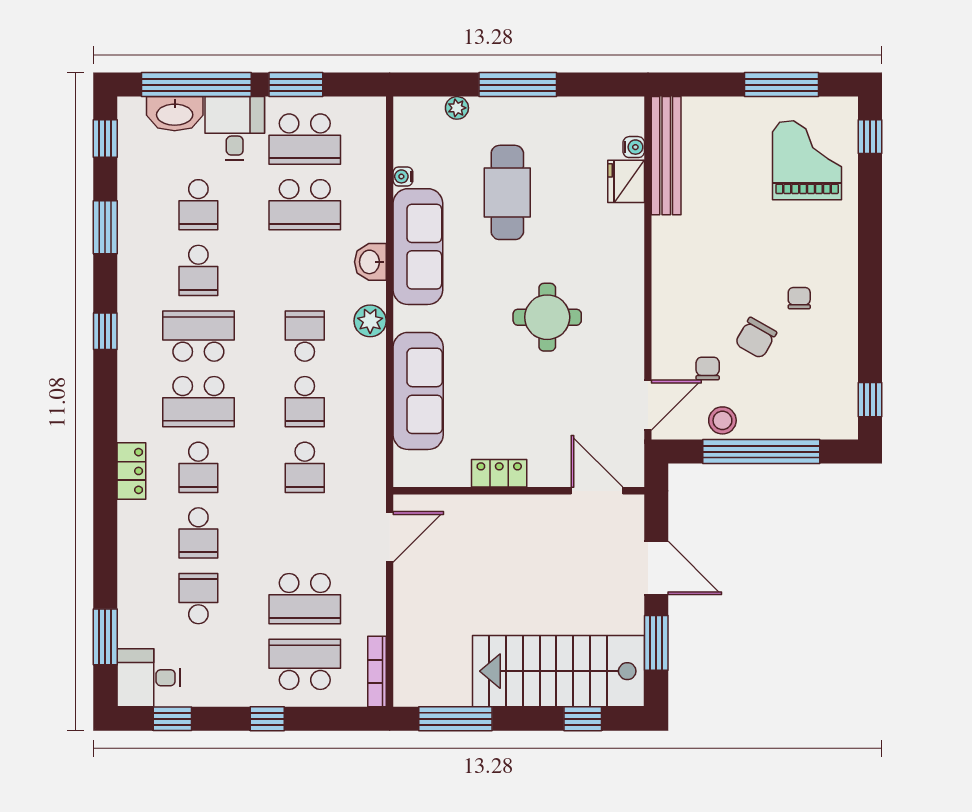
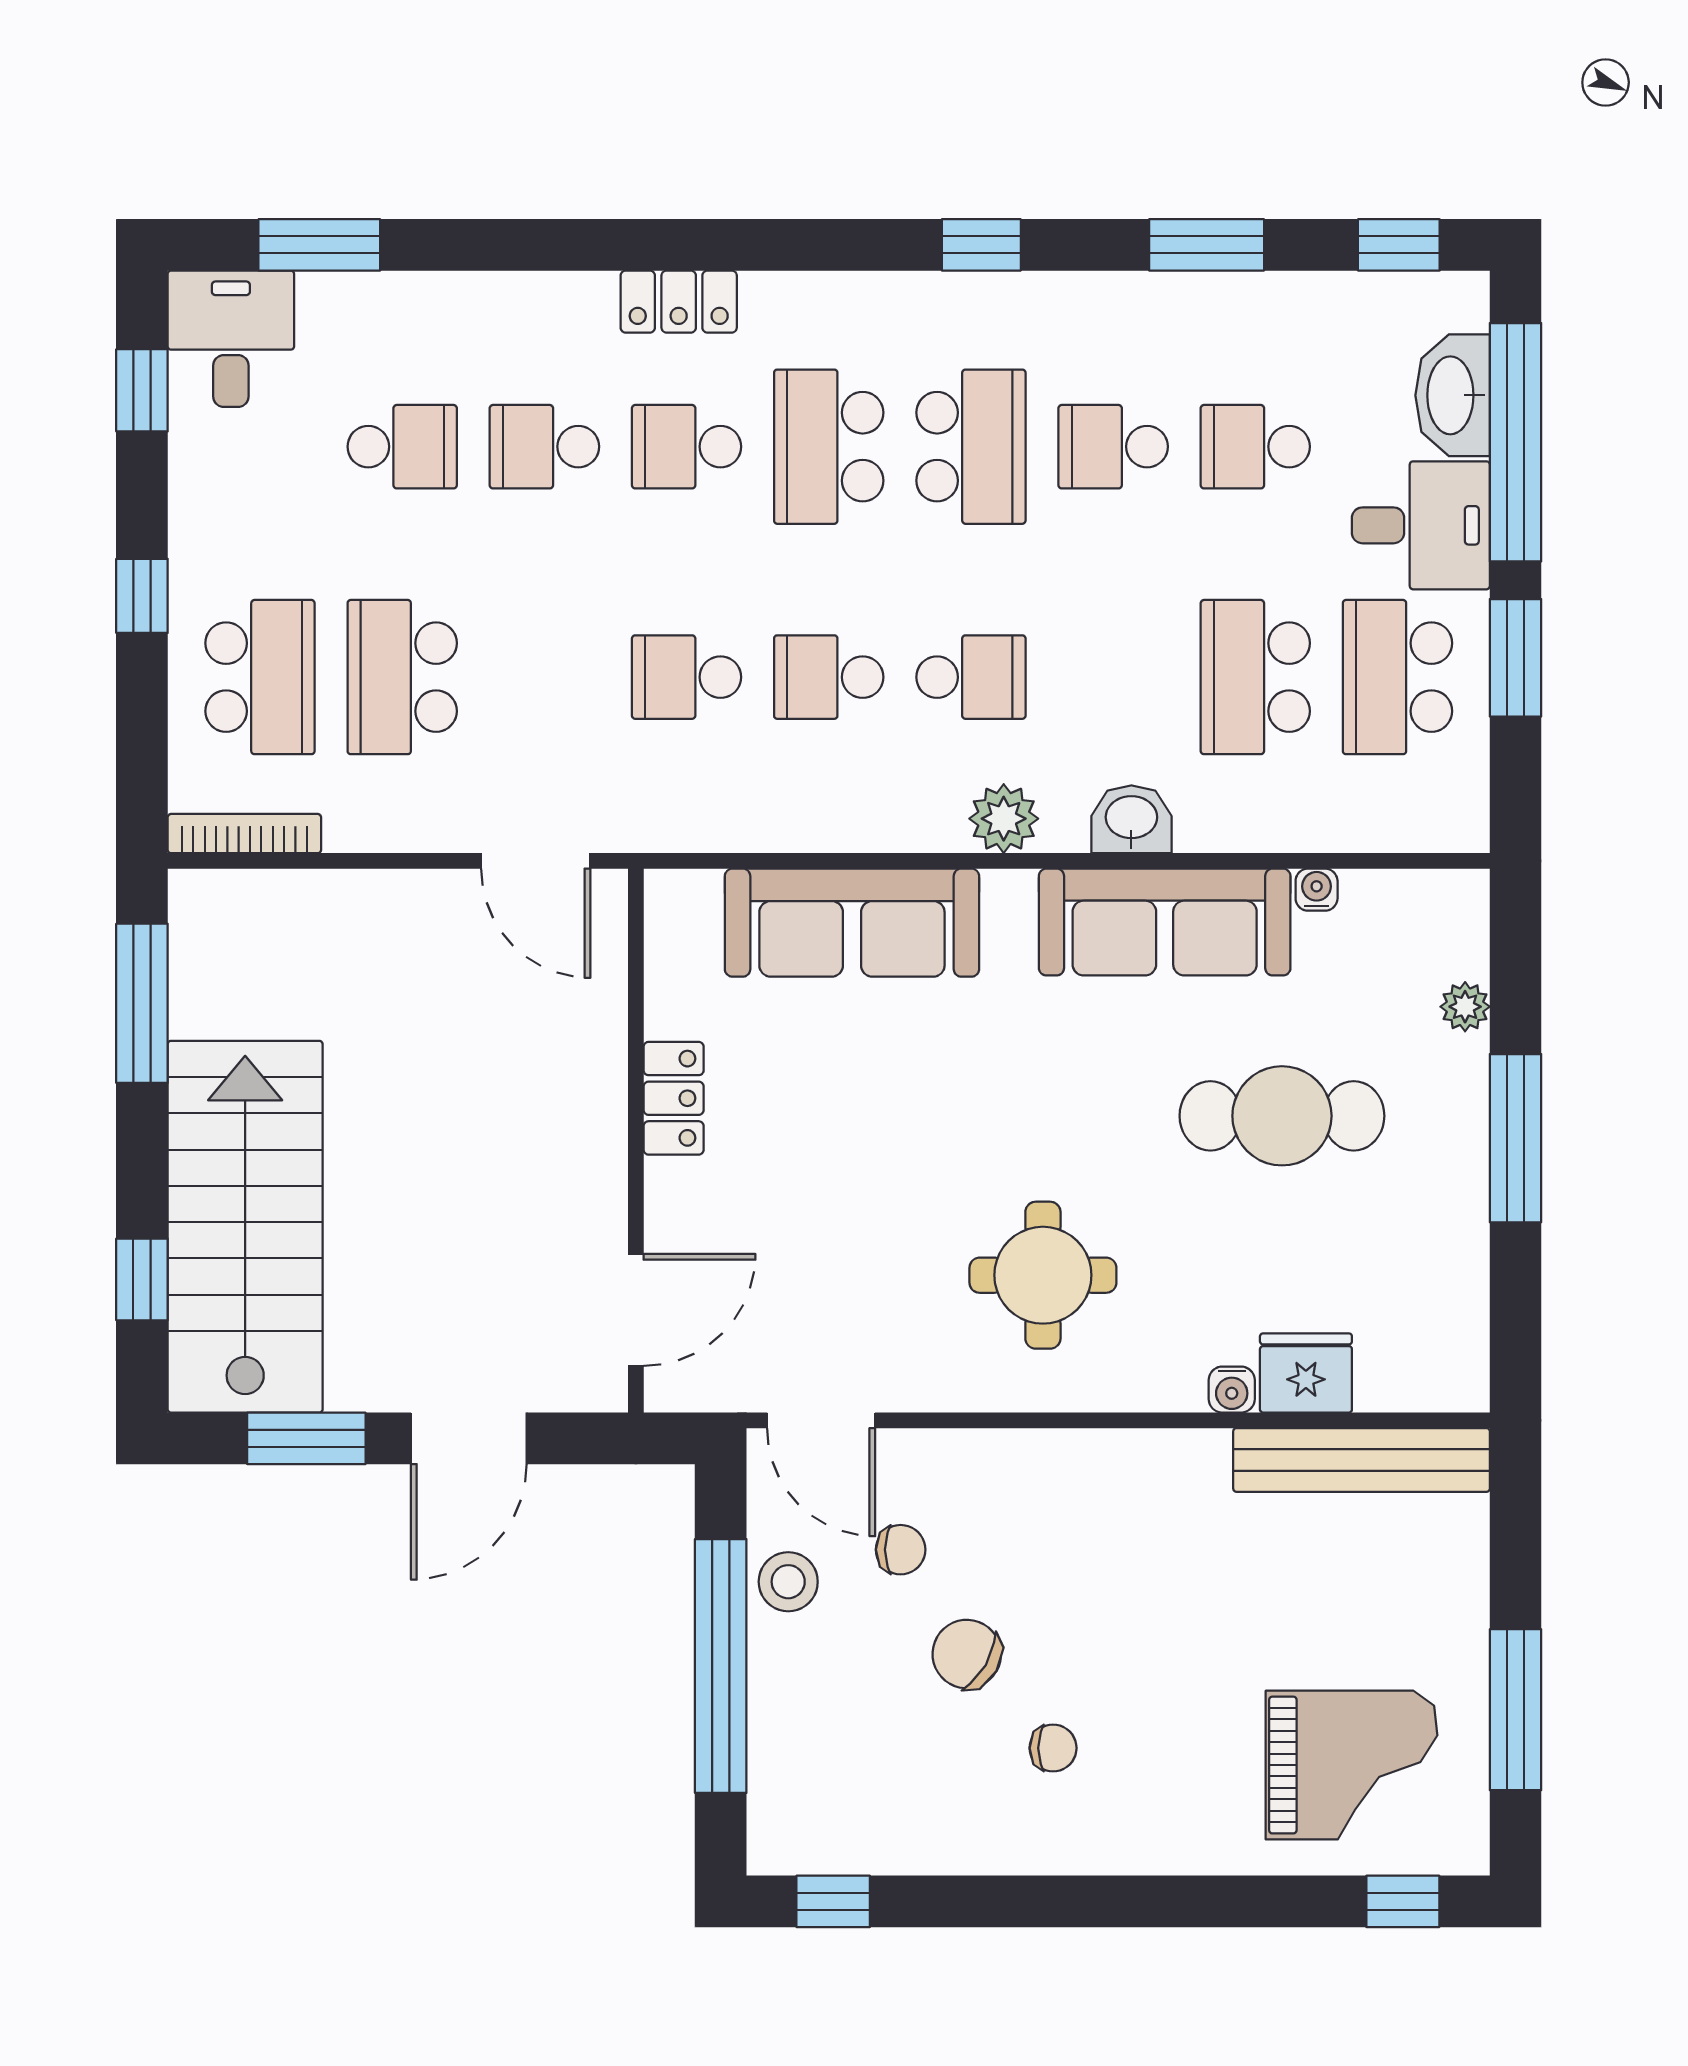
water cooler: (634, 147) -> (1232, 1390), moved
round table: (547, 317) -> (1043, 1275), moved

